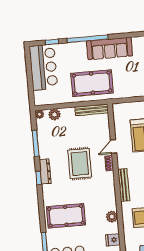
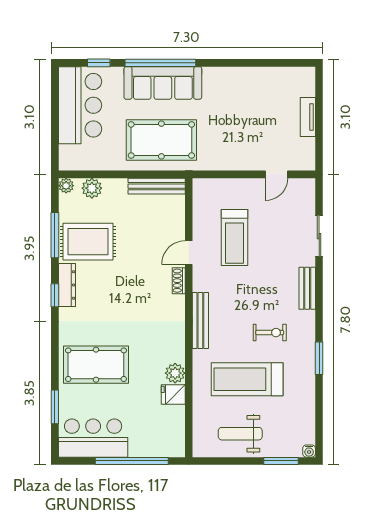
sofa: (110, 48) -> (163, 83), moved
rug: (80, 164) -> (88, 242), moved, turned 90
fridge: (113, 240) -> (173, 395), moved

